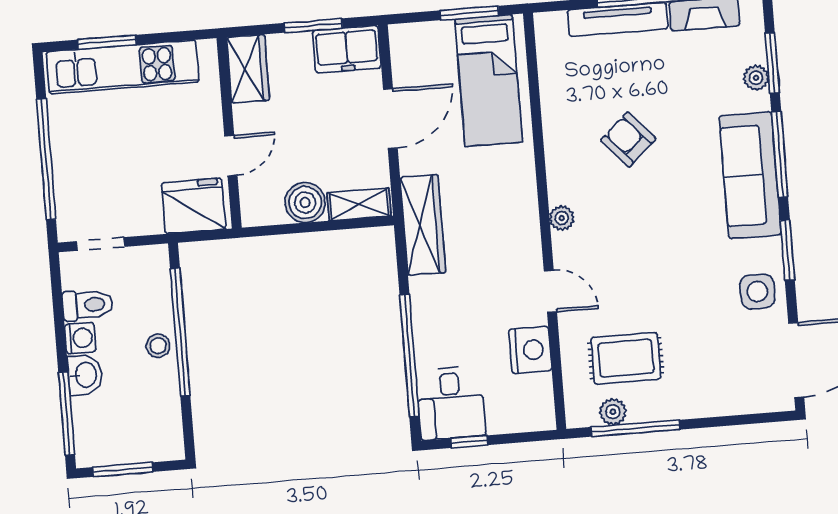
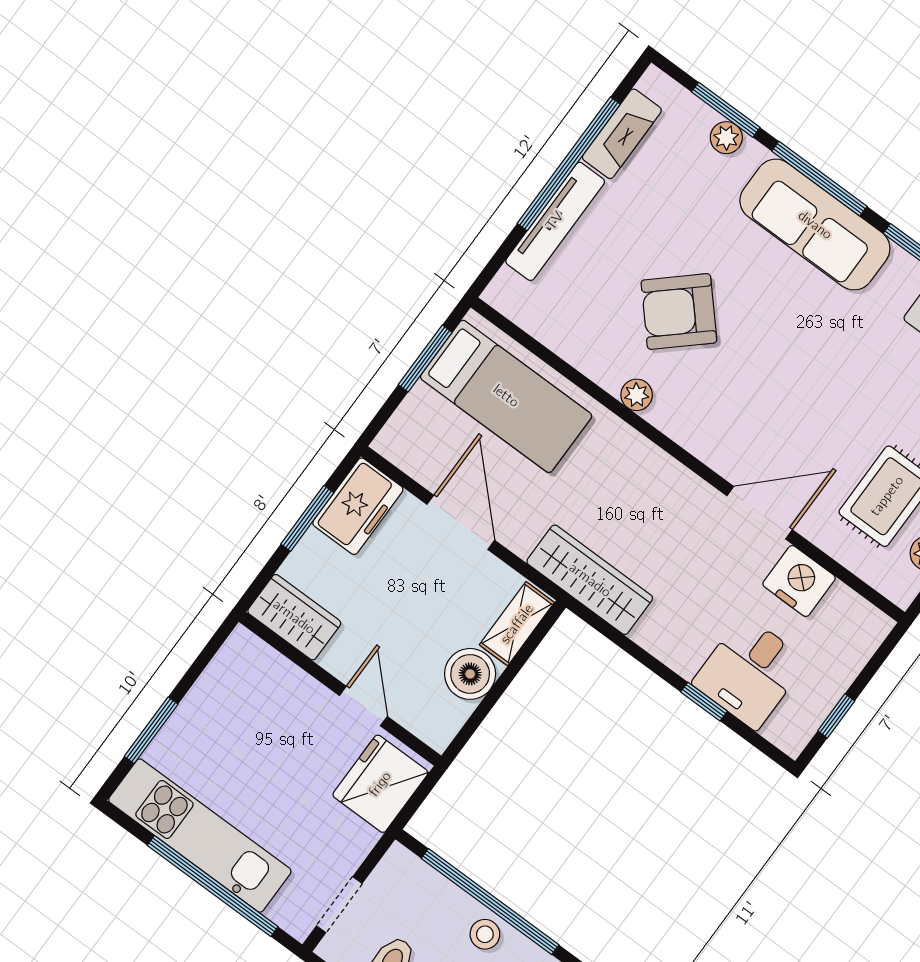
kitchen unit: (123, 67) -> (200, 836), moved, turned -90
armchair: (628, 139) -> (679, 311), width x1.38, depth x1.38
plant: (562, 218) -> (637, 395), moved
door: (550, 291) -> (760, 513), width x1.38
window: (409, 356) -> (704, 702), width x0.32
desk: (451, 403) -> (750, 672), moved, turned 90

